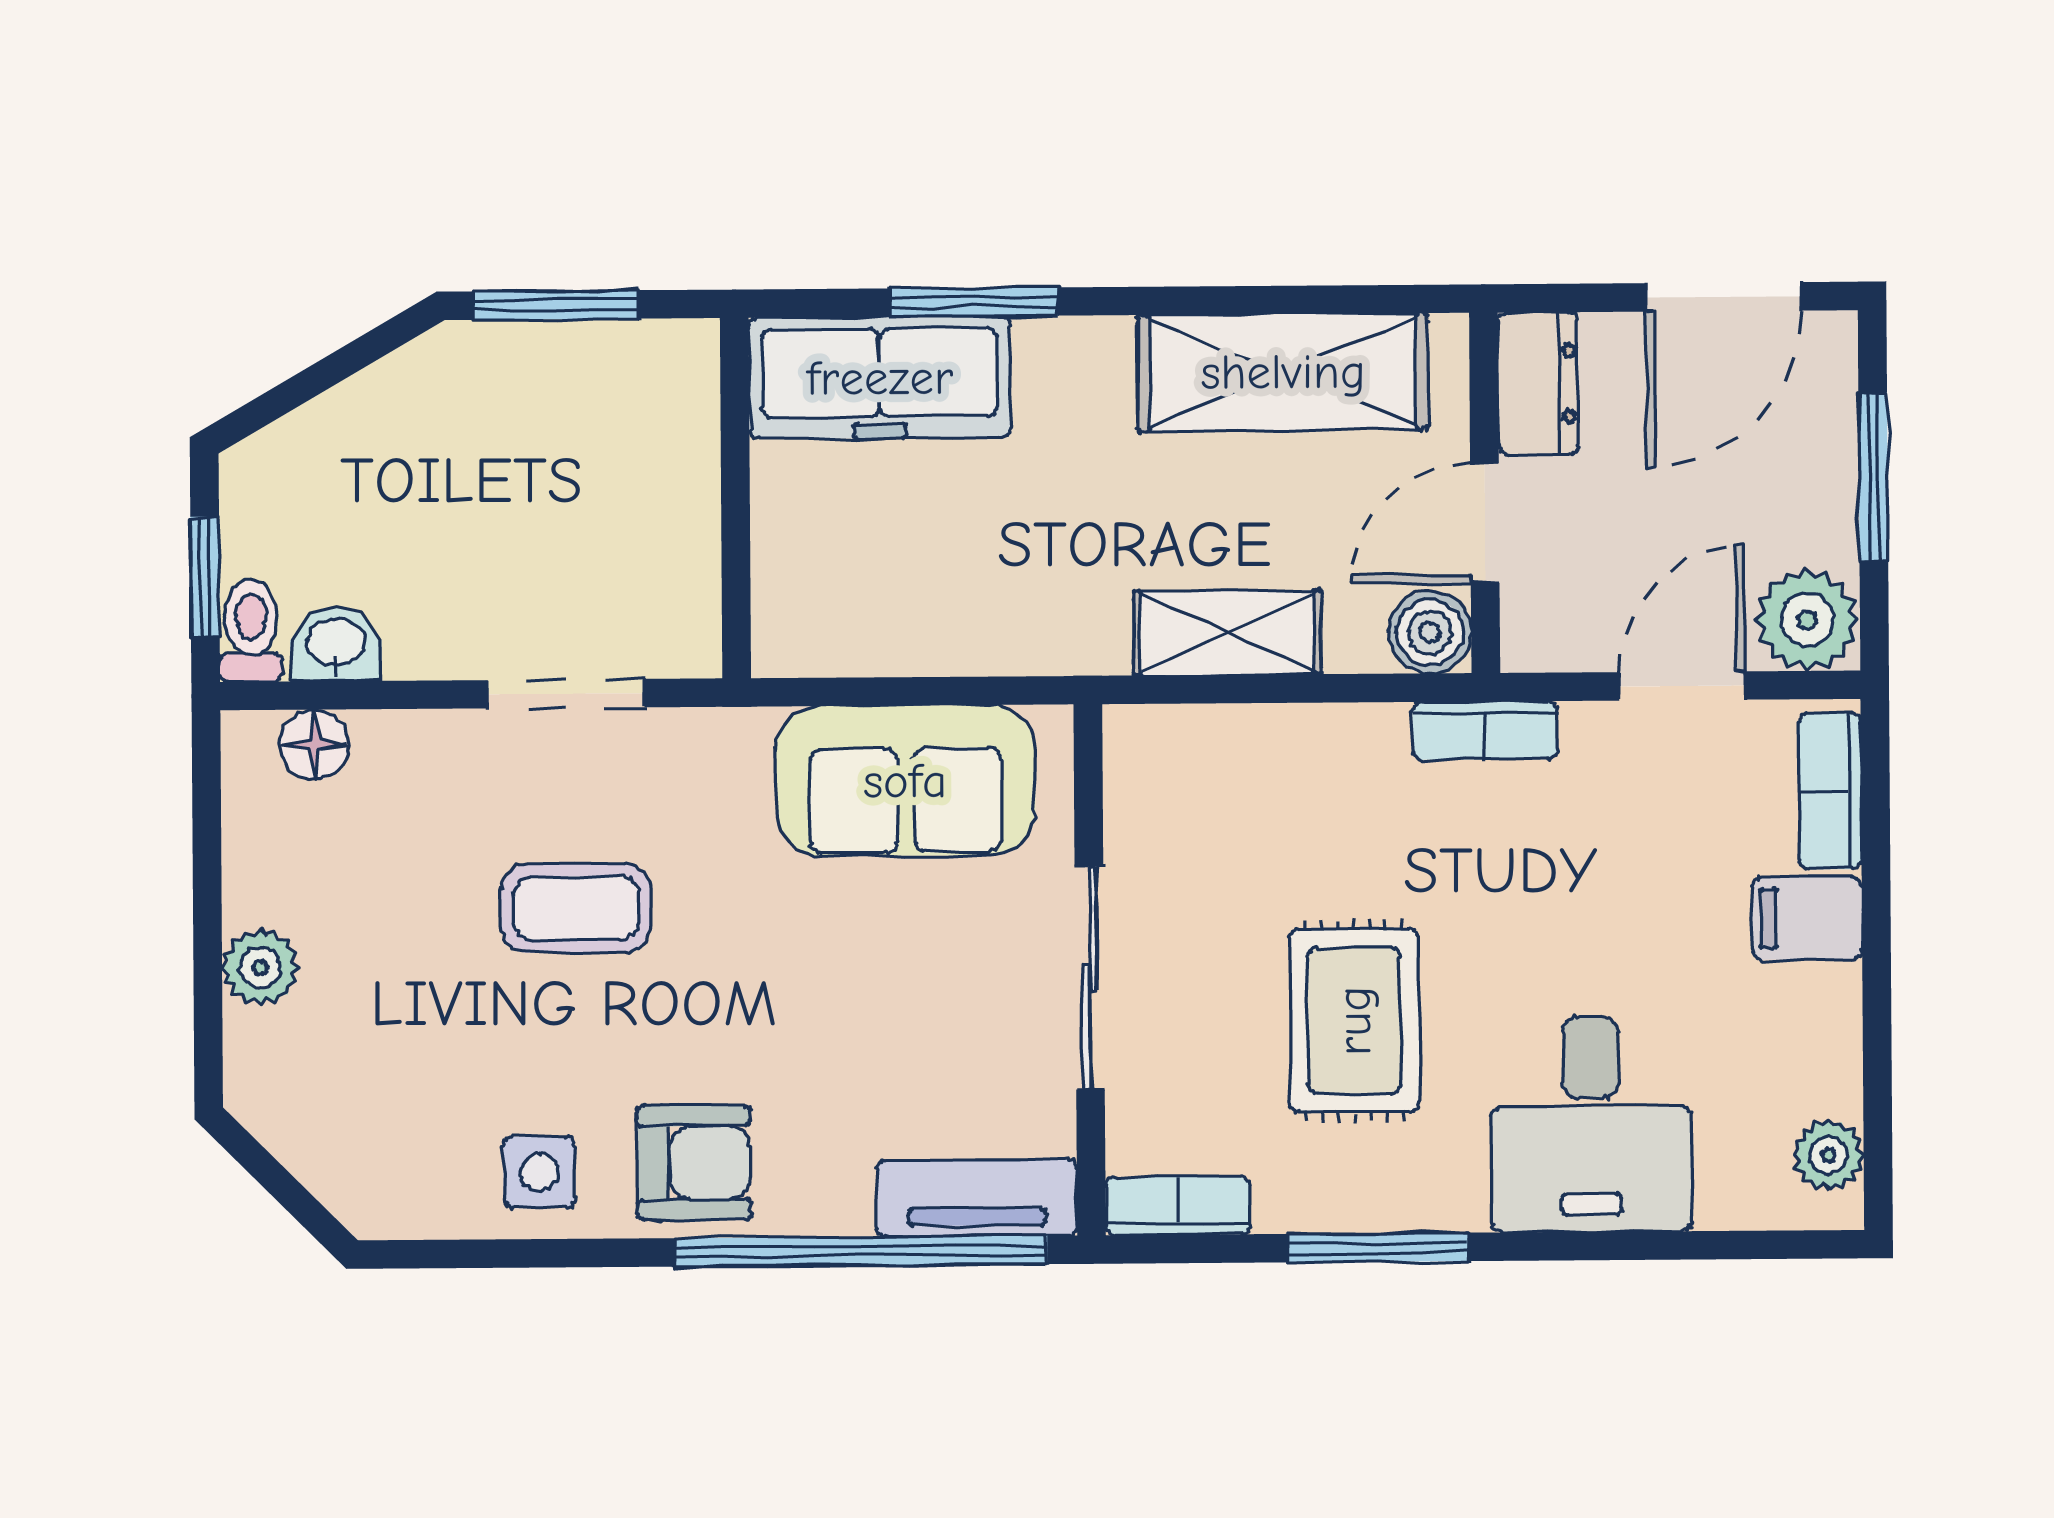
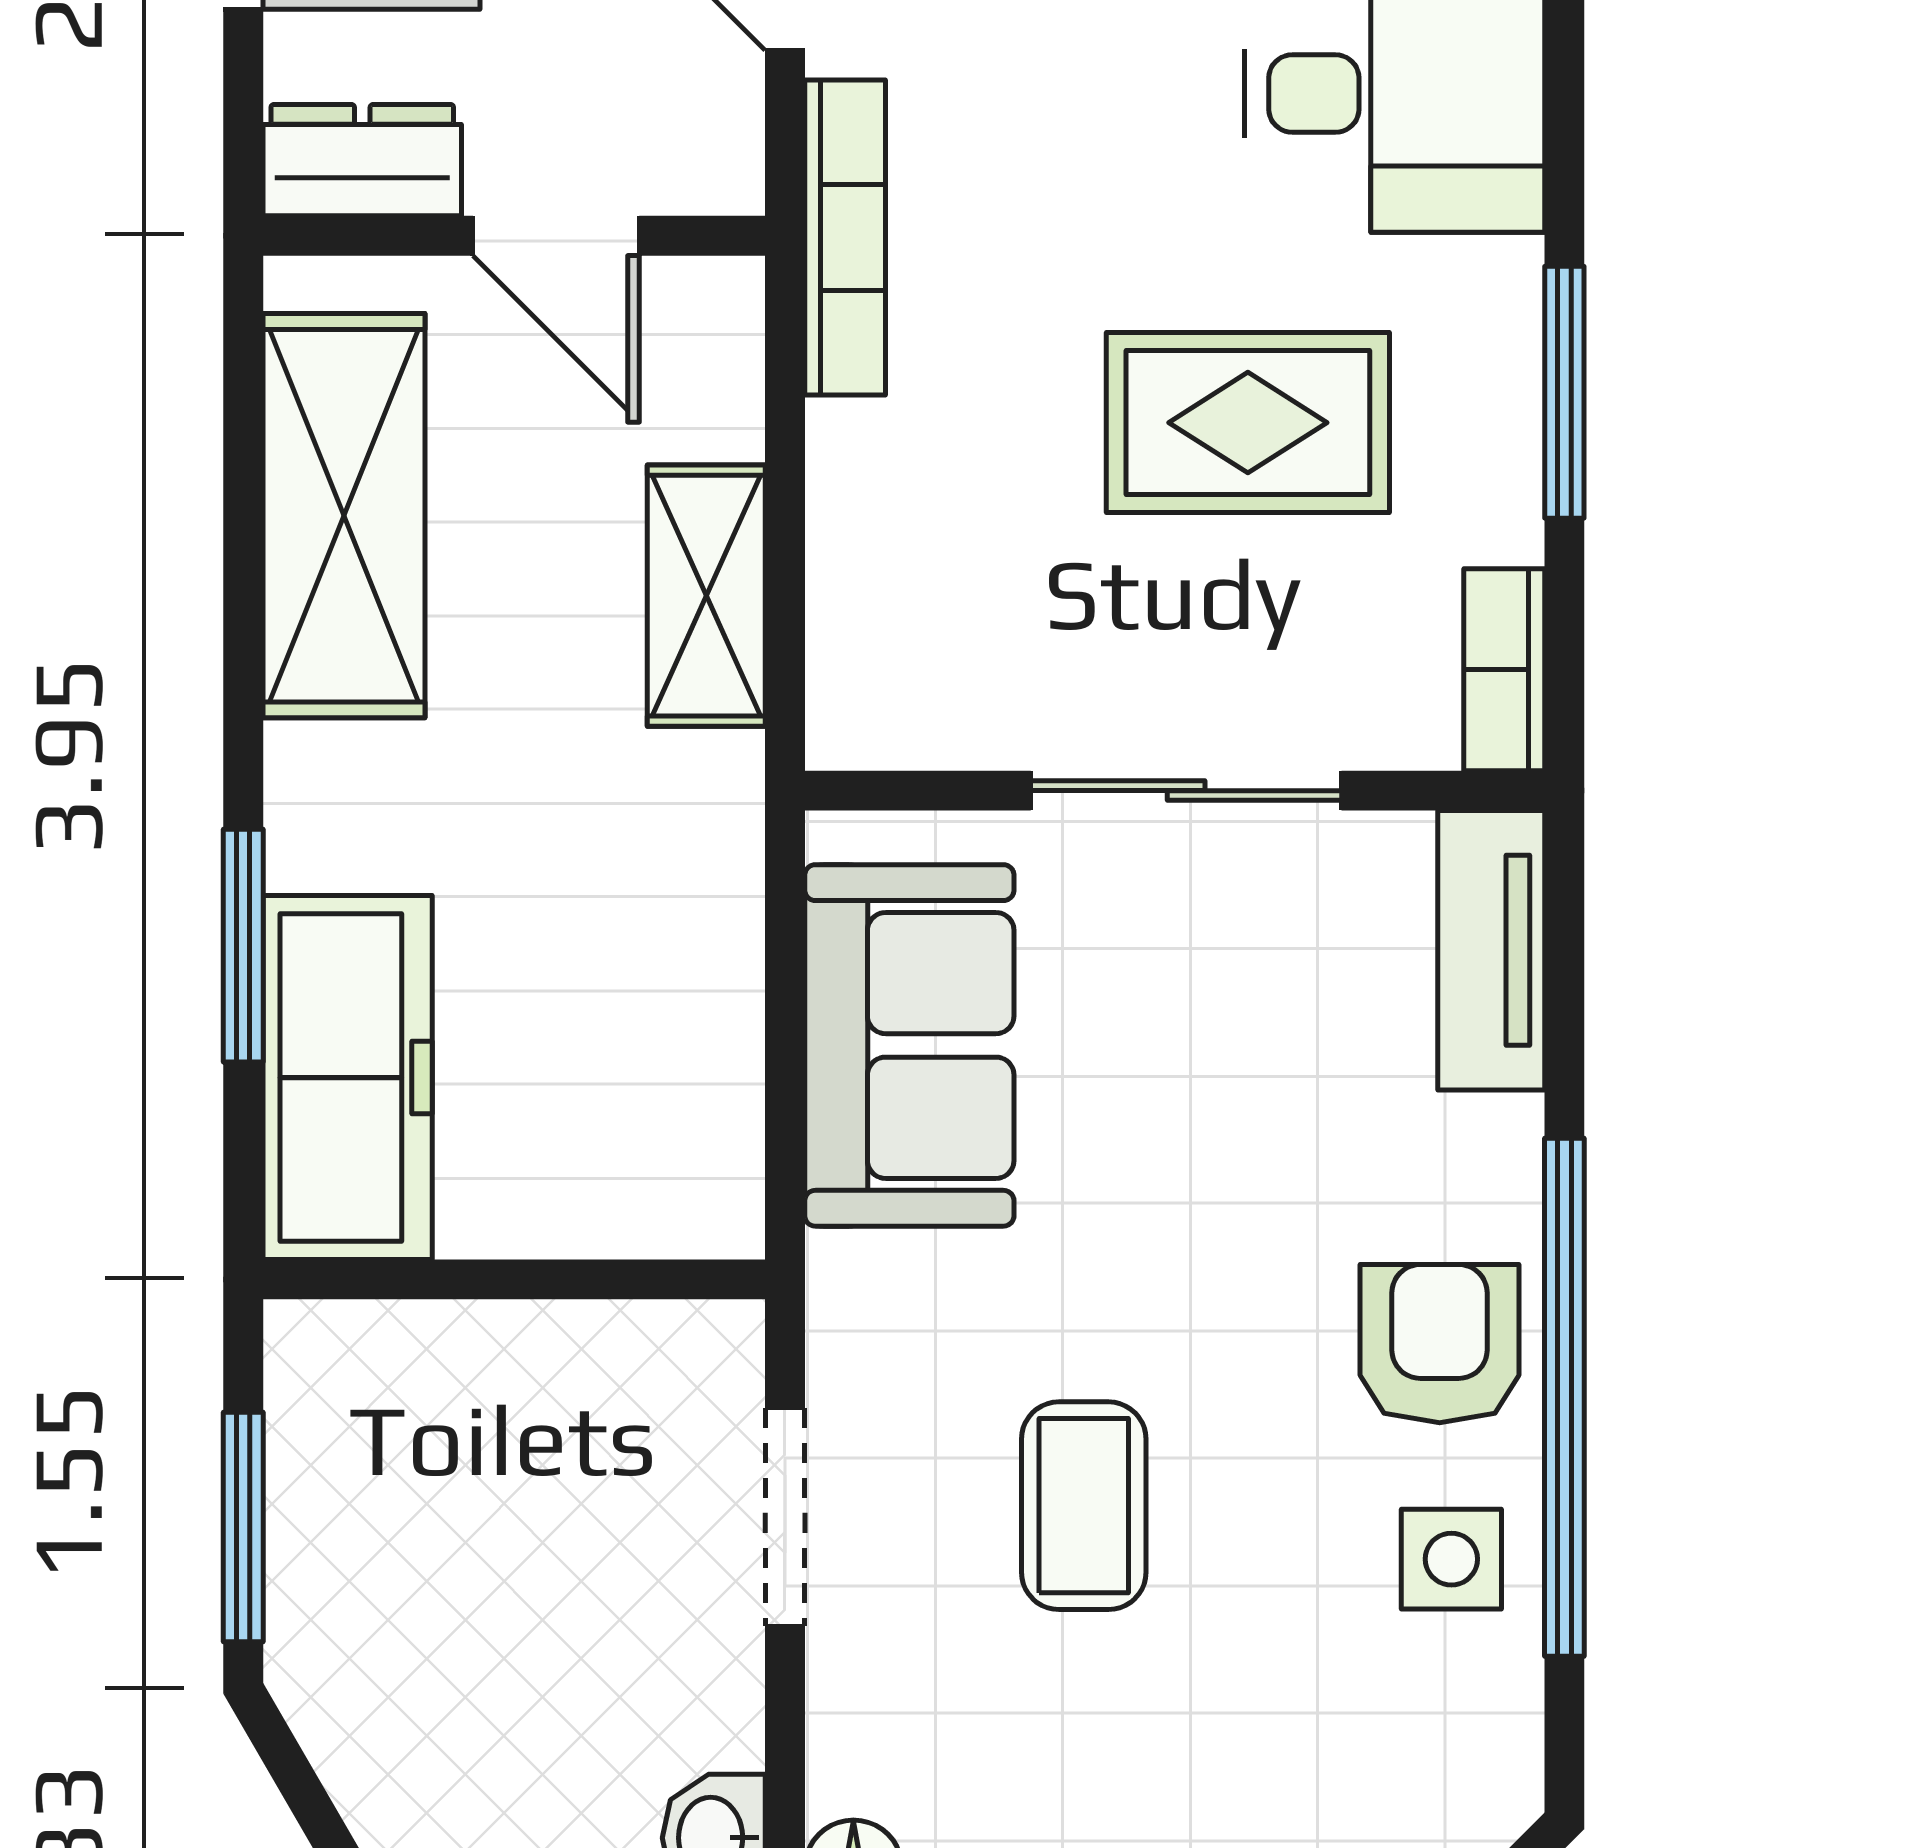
boiler: (1430, 632) -> (708, 313), removed
bookcase: (1485, 730) -> (845, 238), width x1.56
window: (861, 1251) -> (1564, 1397), moved

